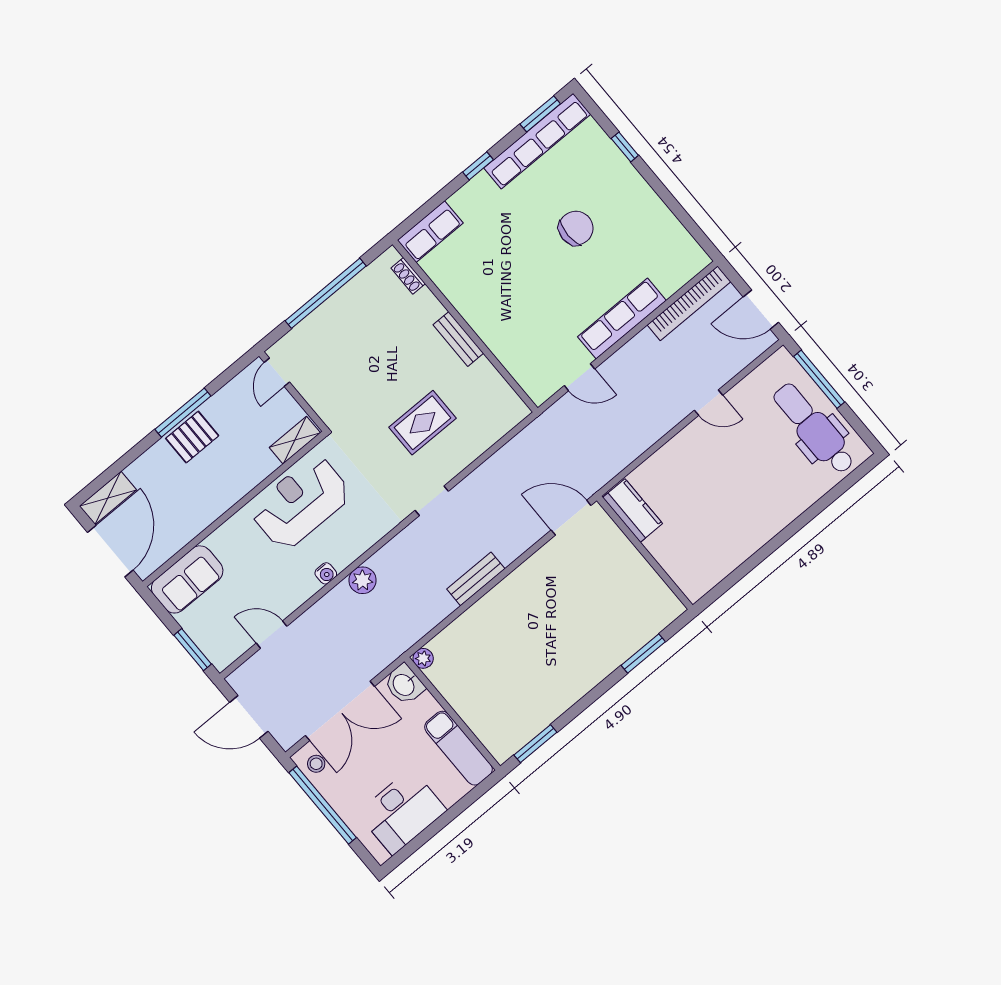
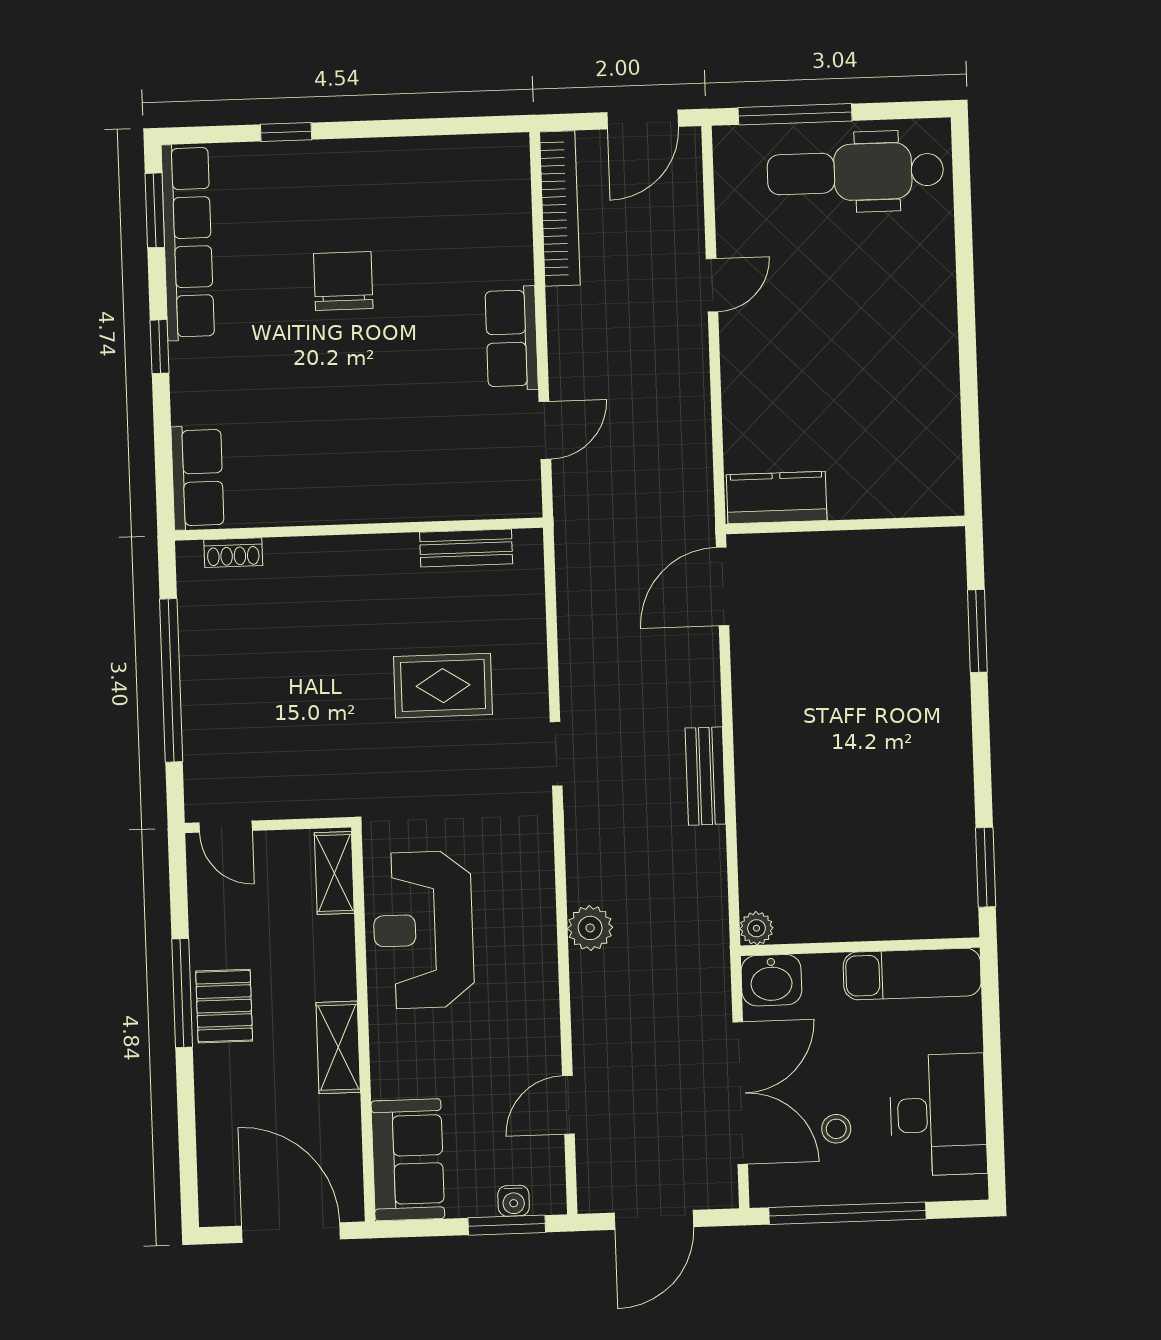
row of seats: (622, 319) -> (512, 338), width x0.68
bench: (458, 339) -> (466, 548), moved
rug: (423, 423) -> (443, 686), turned 90
shelving: (108, 498) -> (338, 1047), moved
water cooler: (326, 573) -> (514, 1201), moved, turned 90
stool: (316, 764) -> (836, 1129), moved

